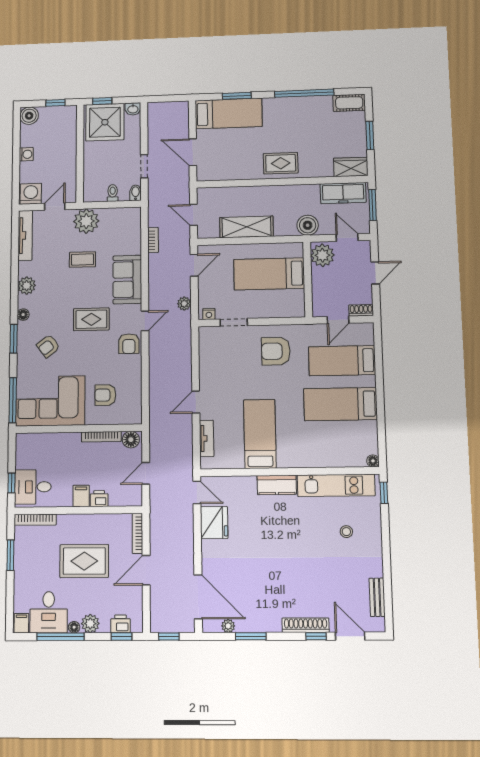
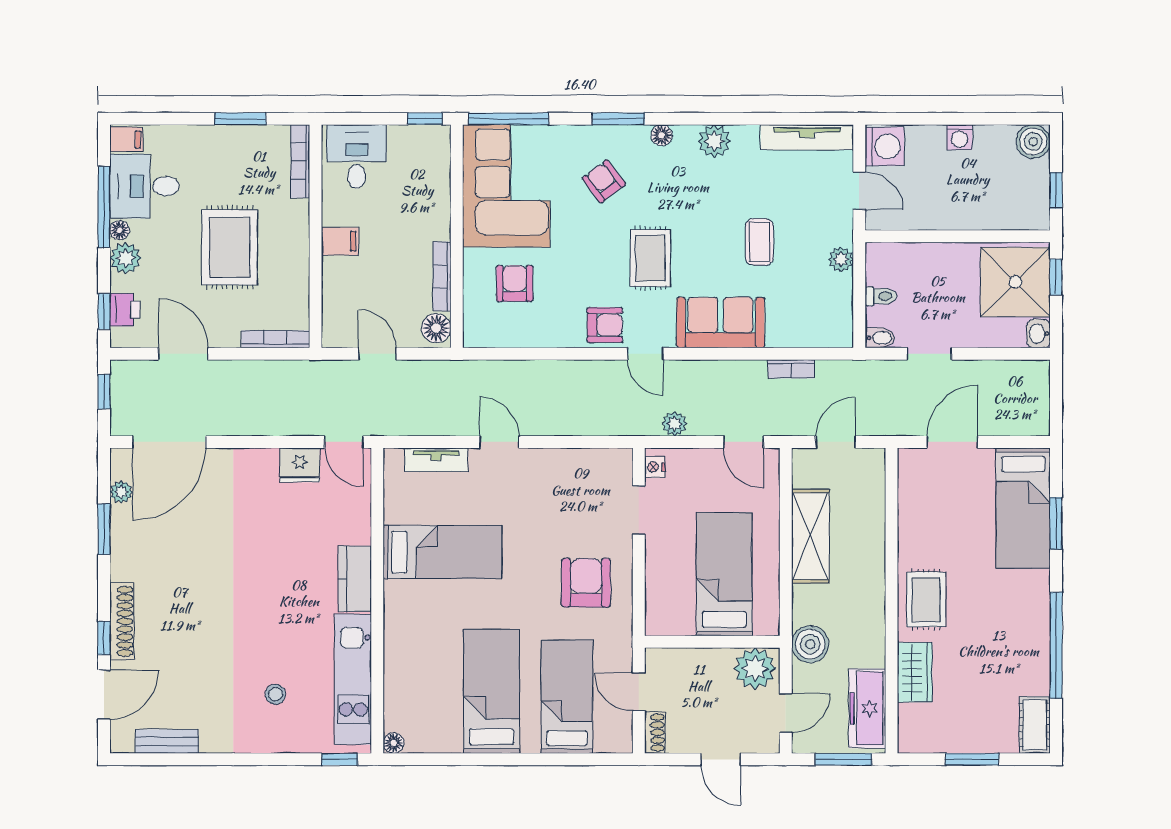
wardrobe: (351, 167) -> (915, 672), moved
plant: (86, 221) -> (841, 259), width x0.53, depth x0.53
armchair: (129, 344) -> (605, 325), turned 180
window: (11, 483) -> (425, 119), moved
door: (197, 492) -> (344, 442), hinge flipped
printer: (99, 499) -> (335, 273), removed
fridge: (214, 523) -> (300, 465), width x0.73, depth x0.75
door: (146, 570) -> (183, 354), moved

